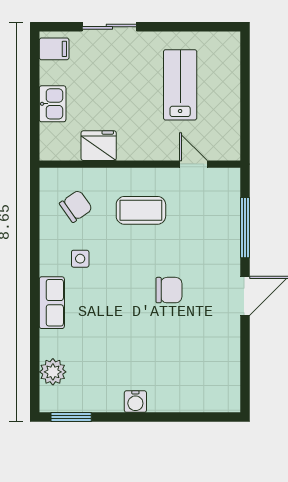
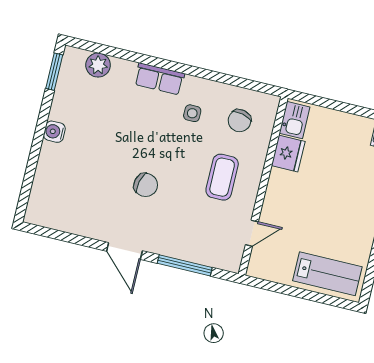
lab bench: (180, 85) -> (327, 274), moved
kitchen sink: (53, 104) -> (294, 120), moved, turned -90
chair: (76, 206) -> (240, 121), turned 48
chair: (169, 290) -> (146, 185), turned -76

